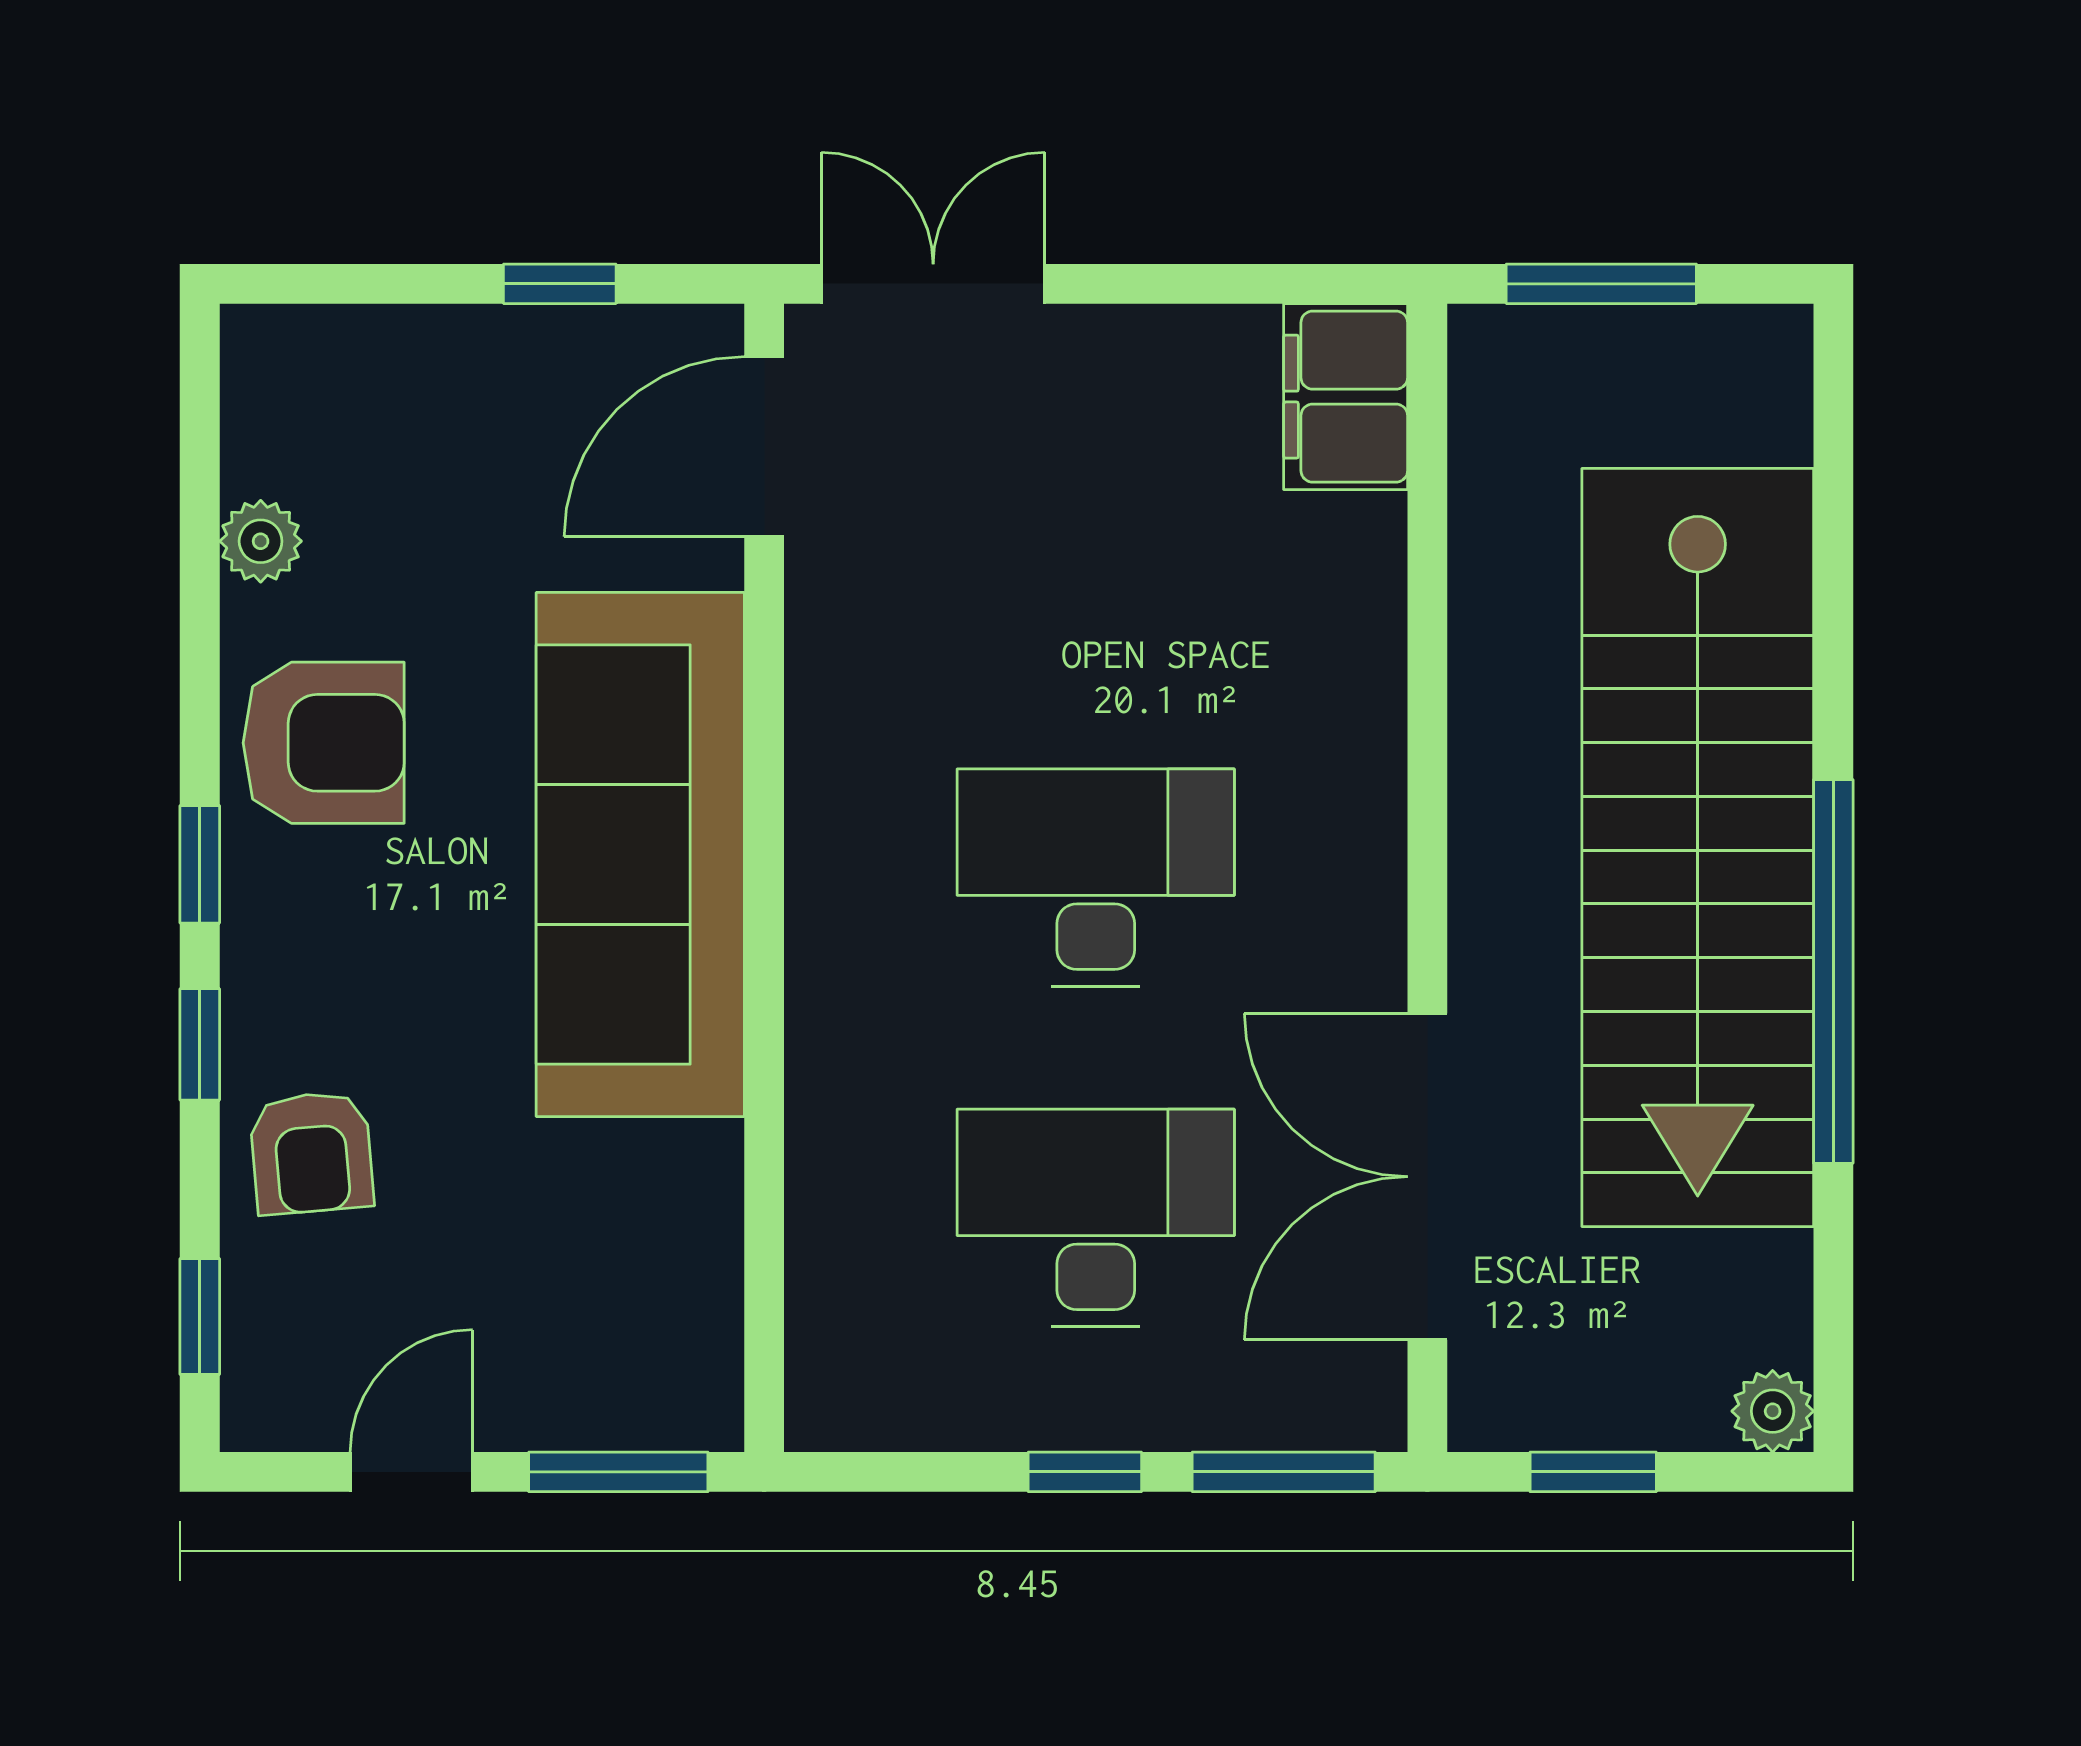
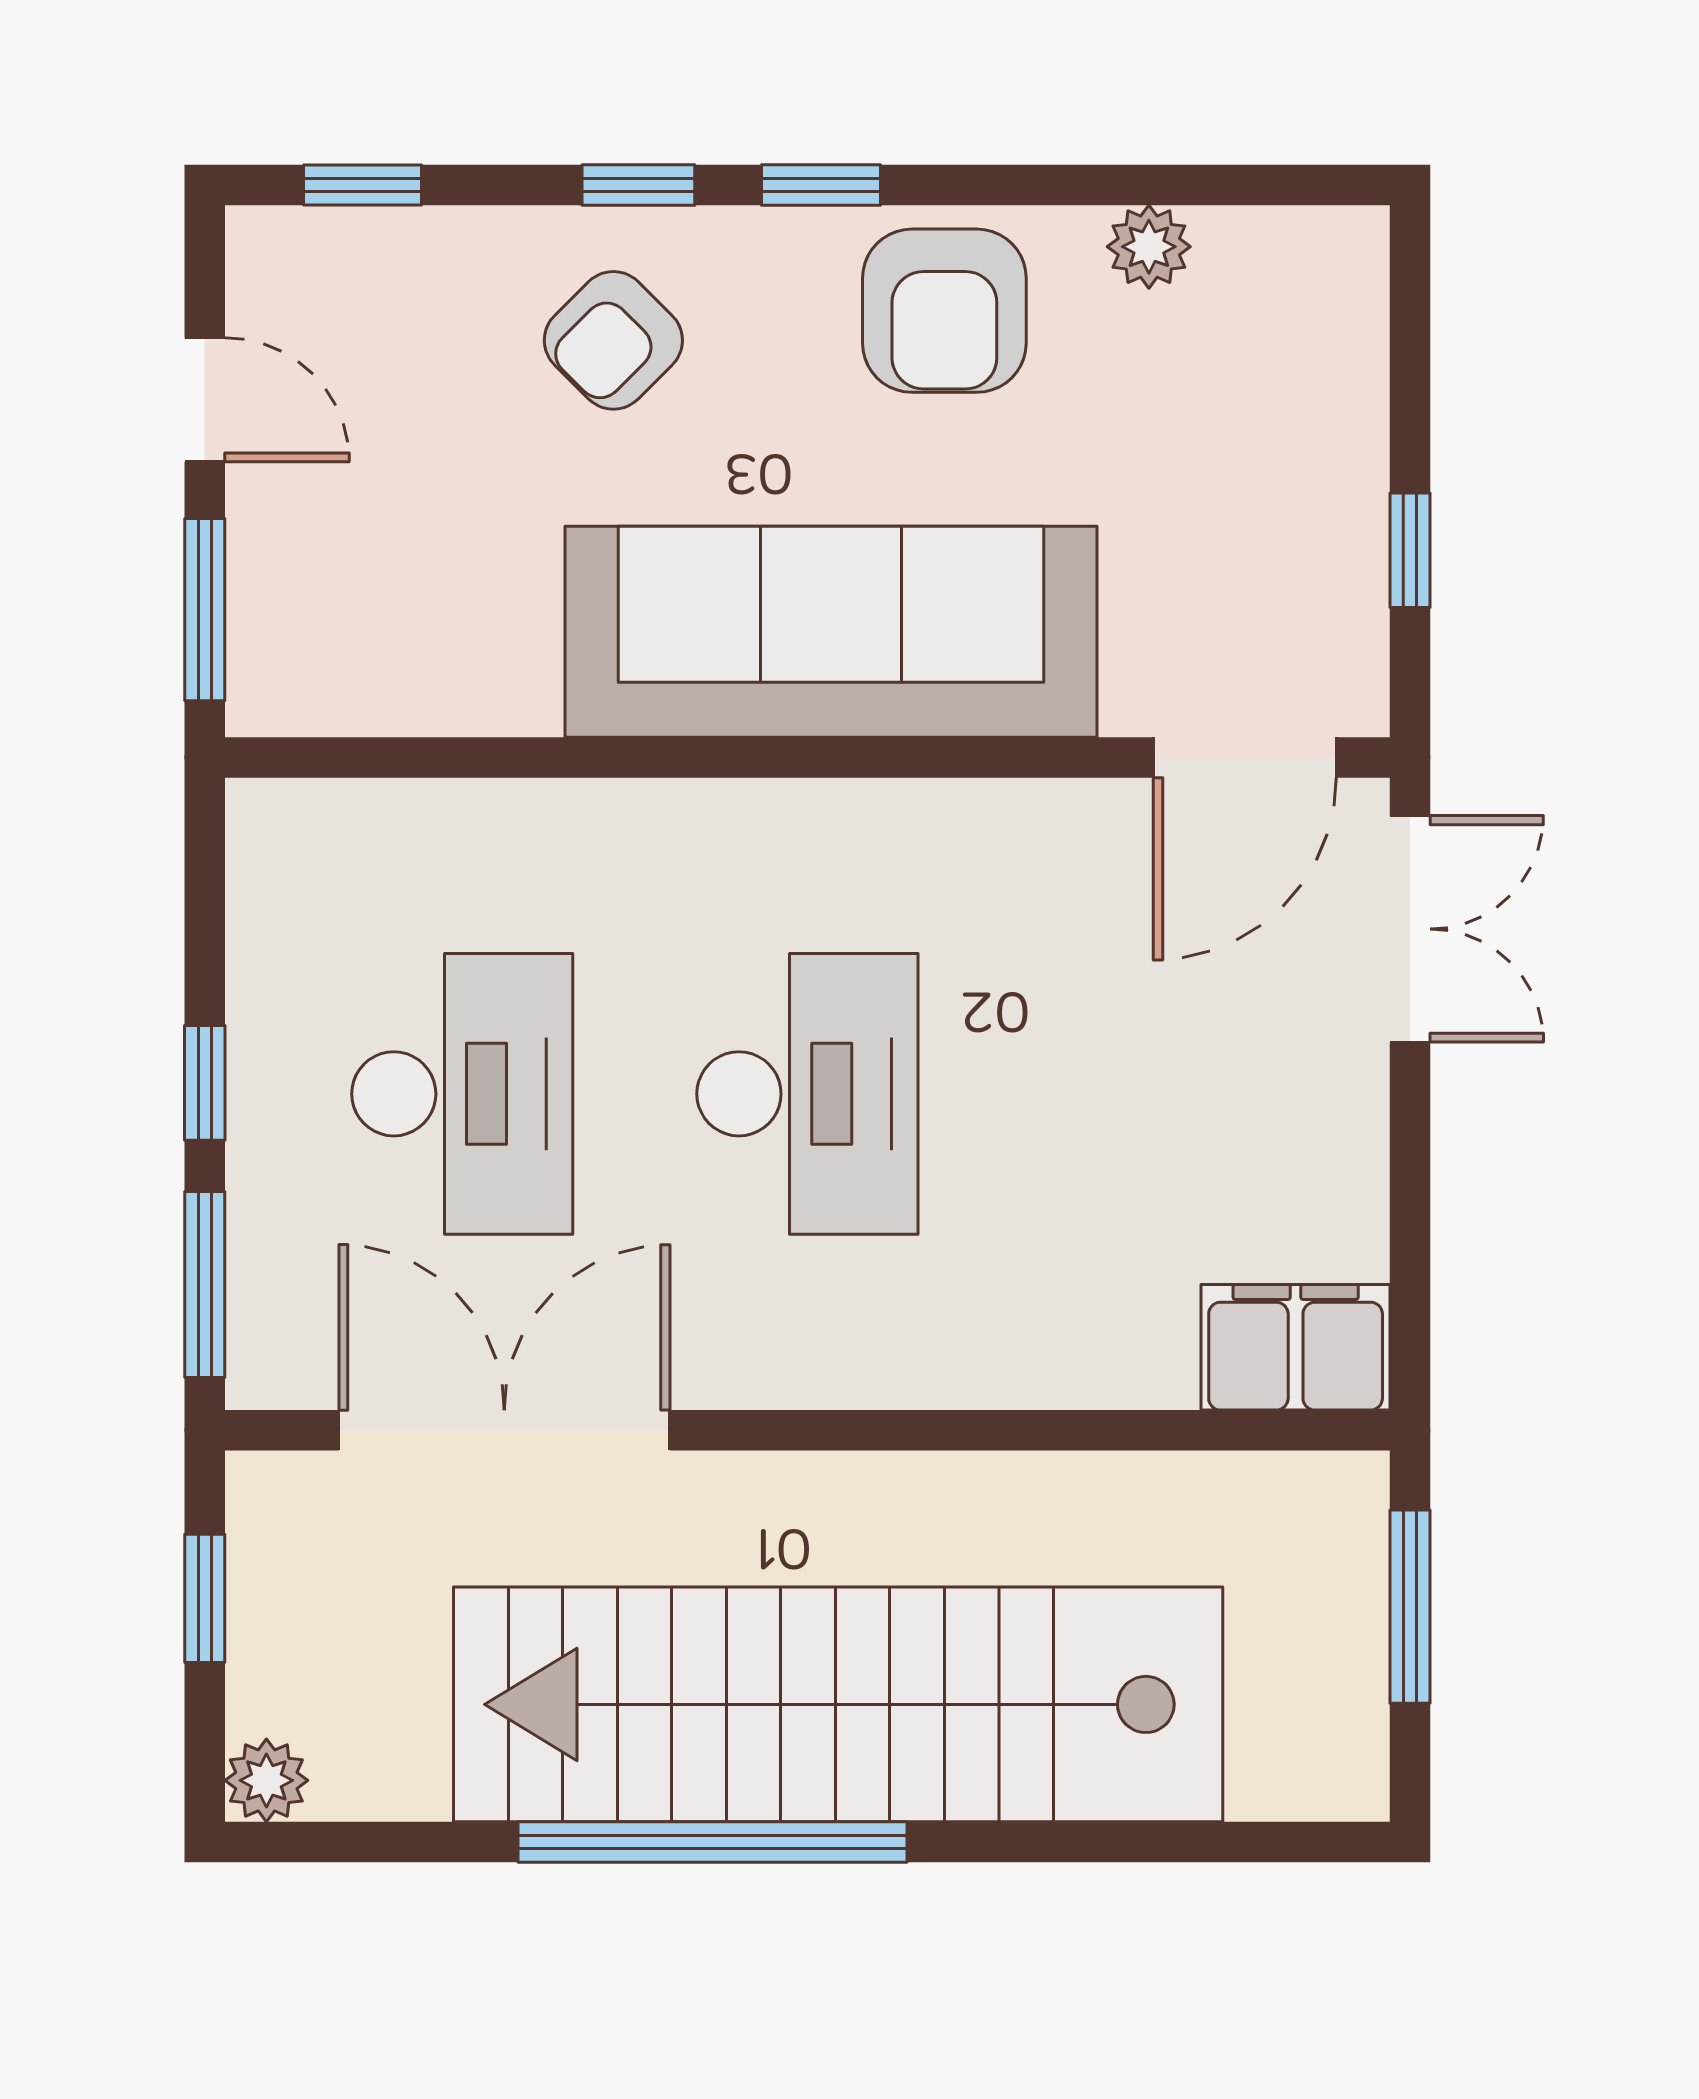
door: (764, 447) -> (1245, 757), swing flipped
armchair: (311, 1153) -> (613, 340), moved, turned -40

